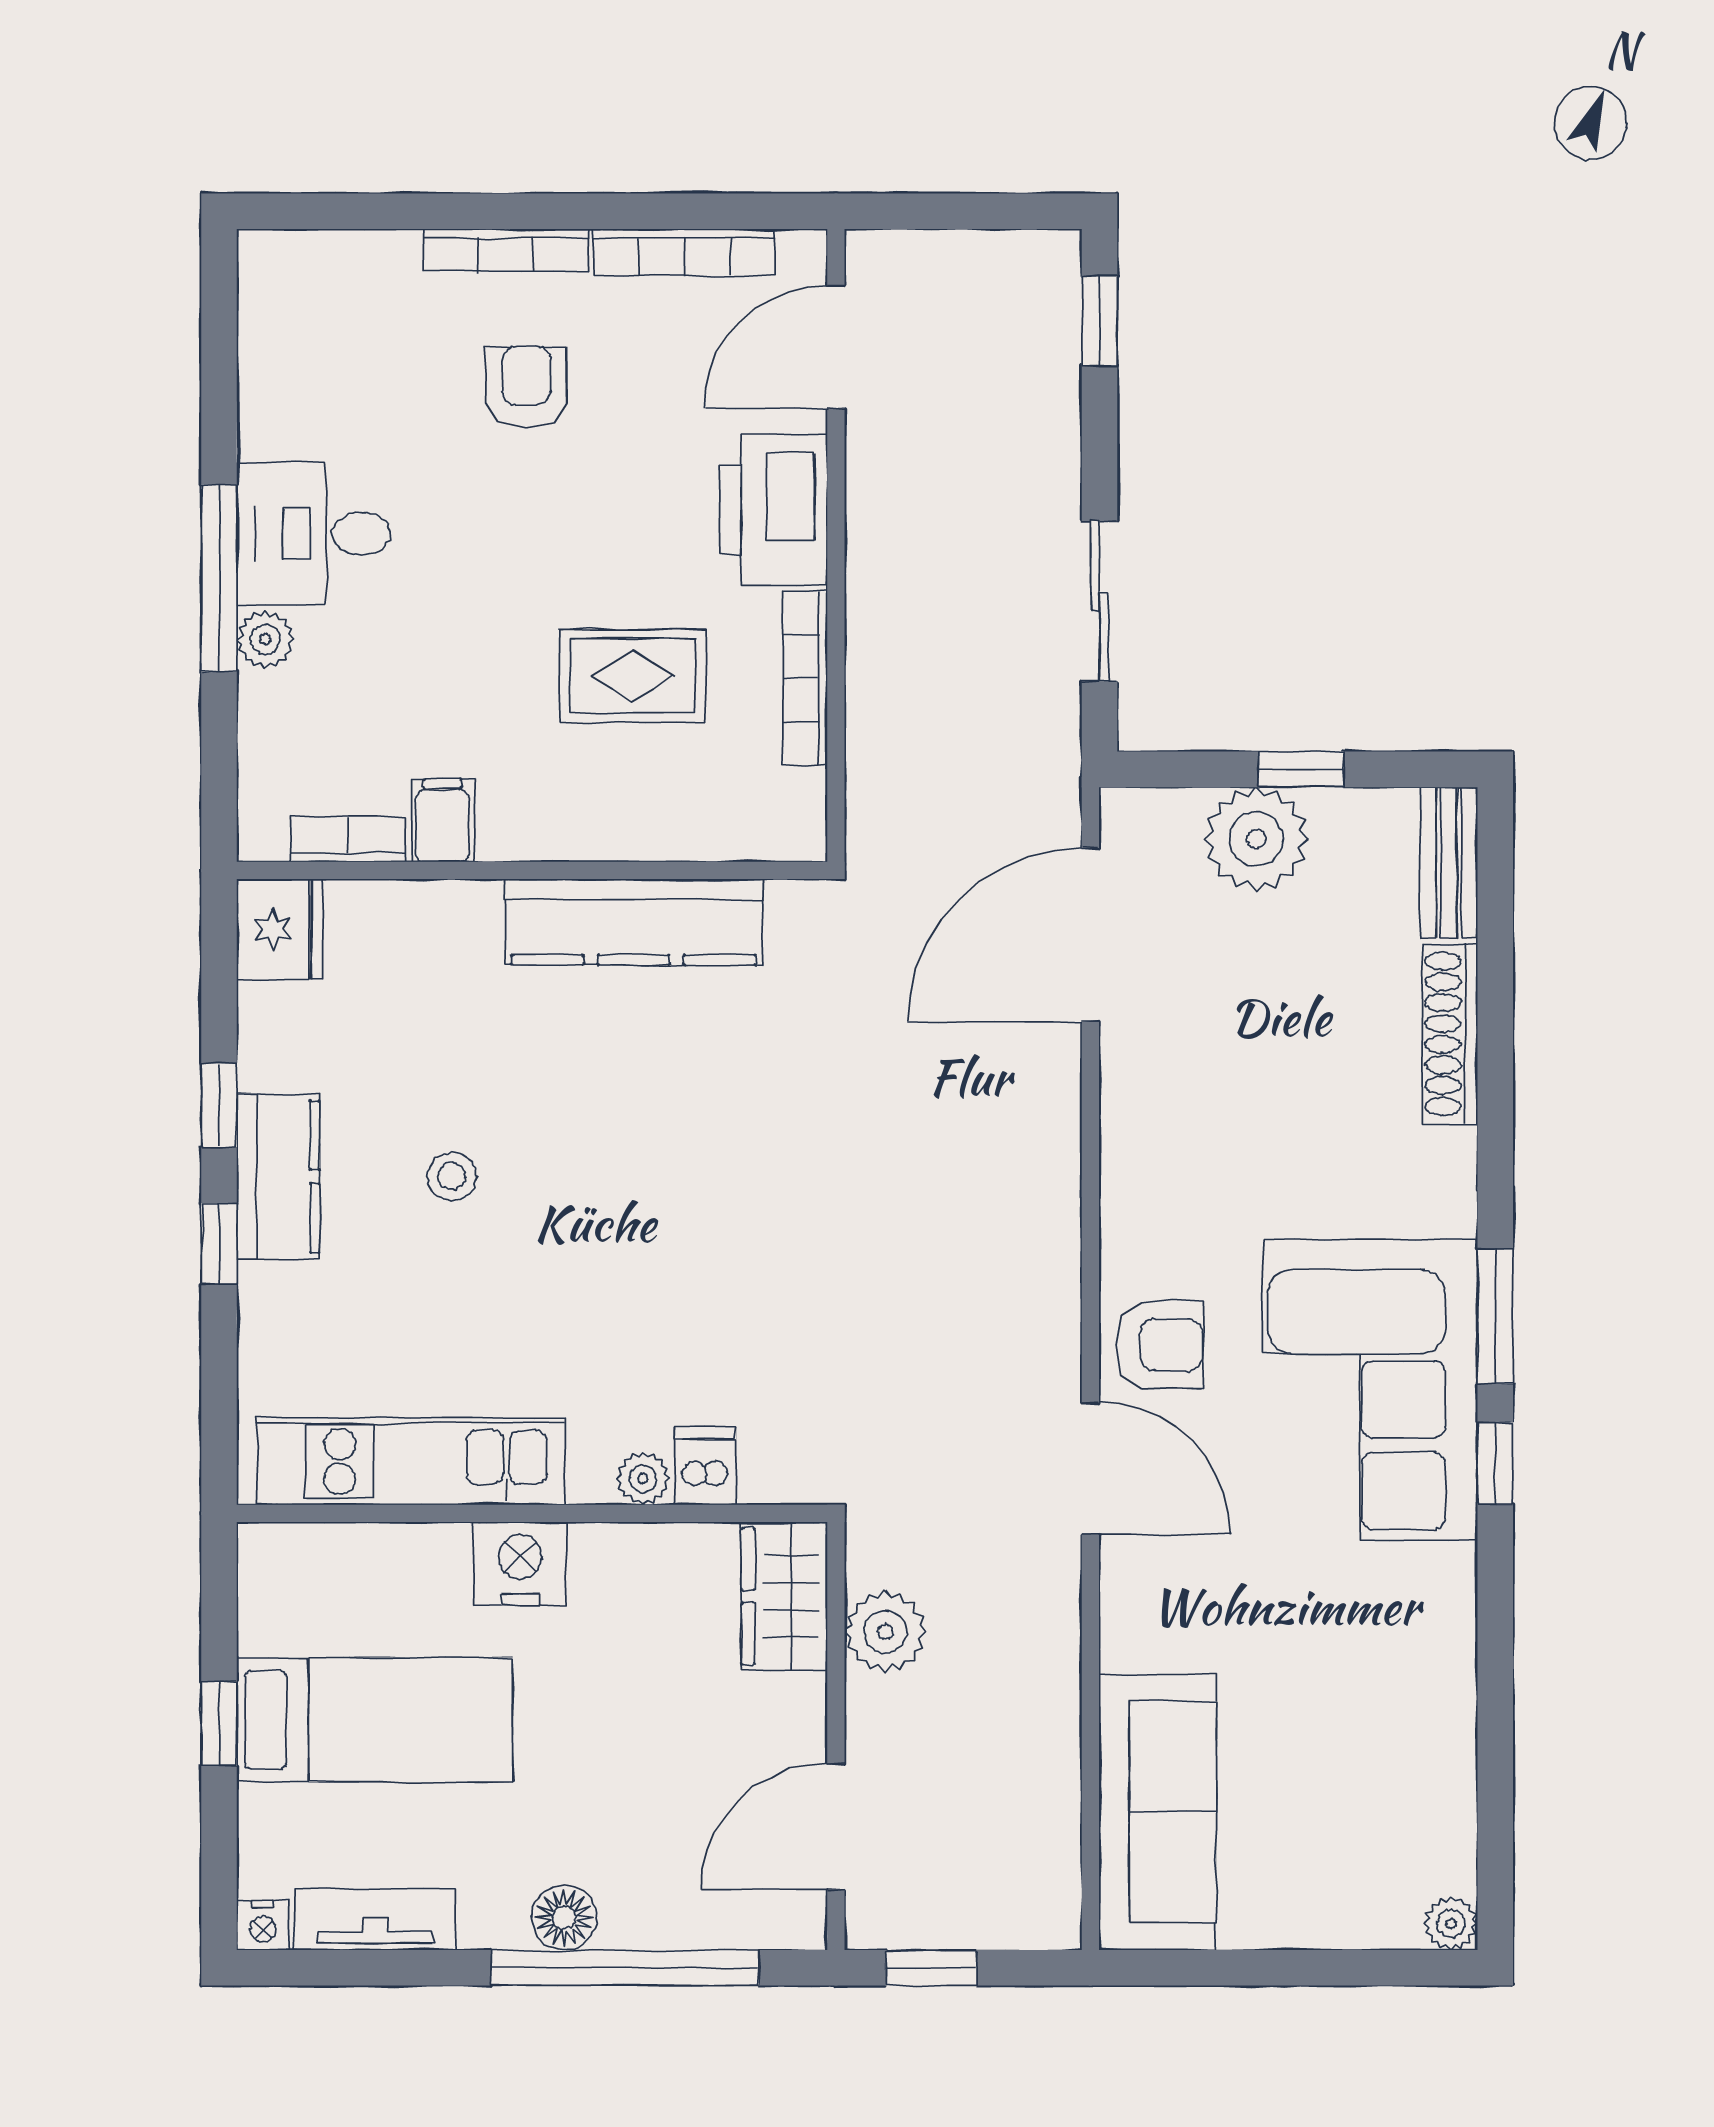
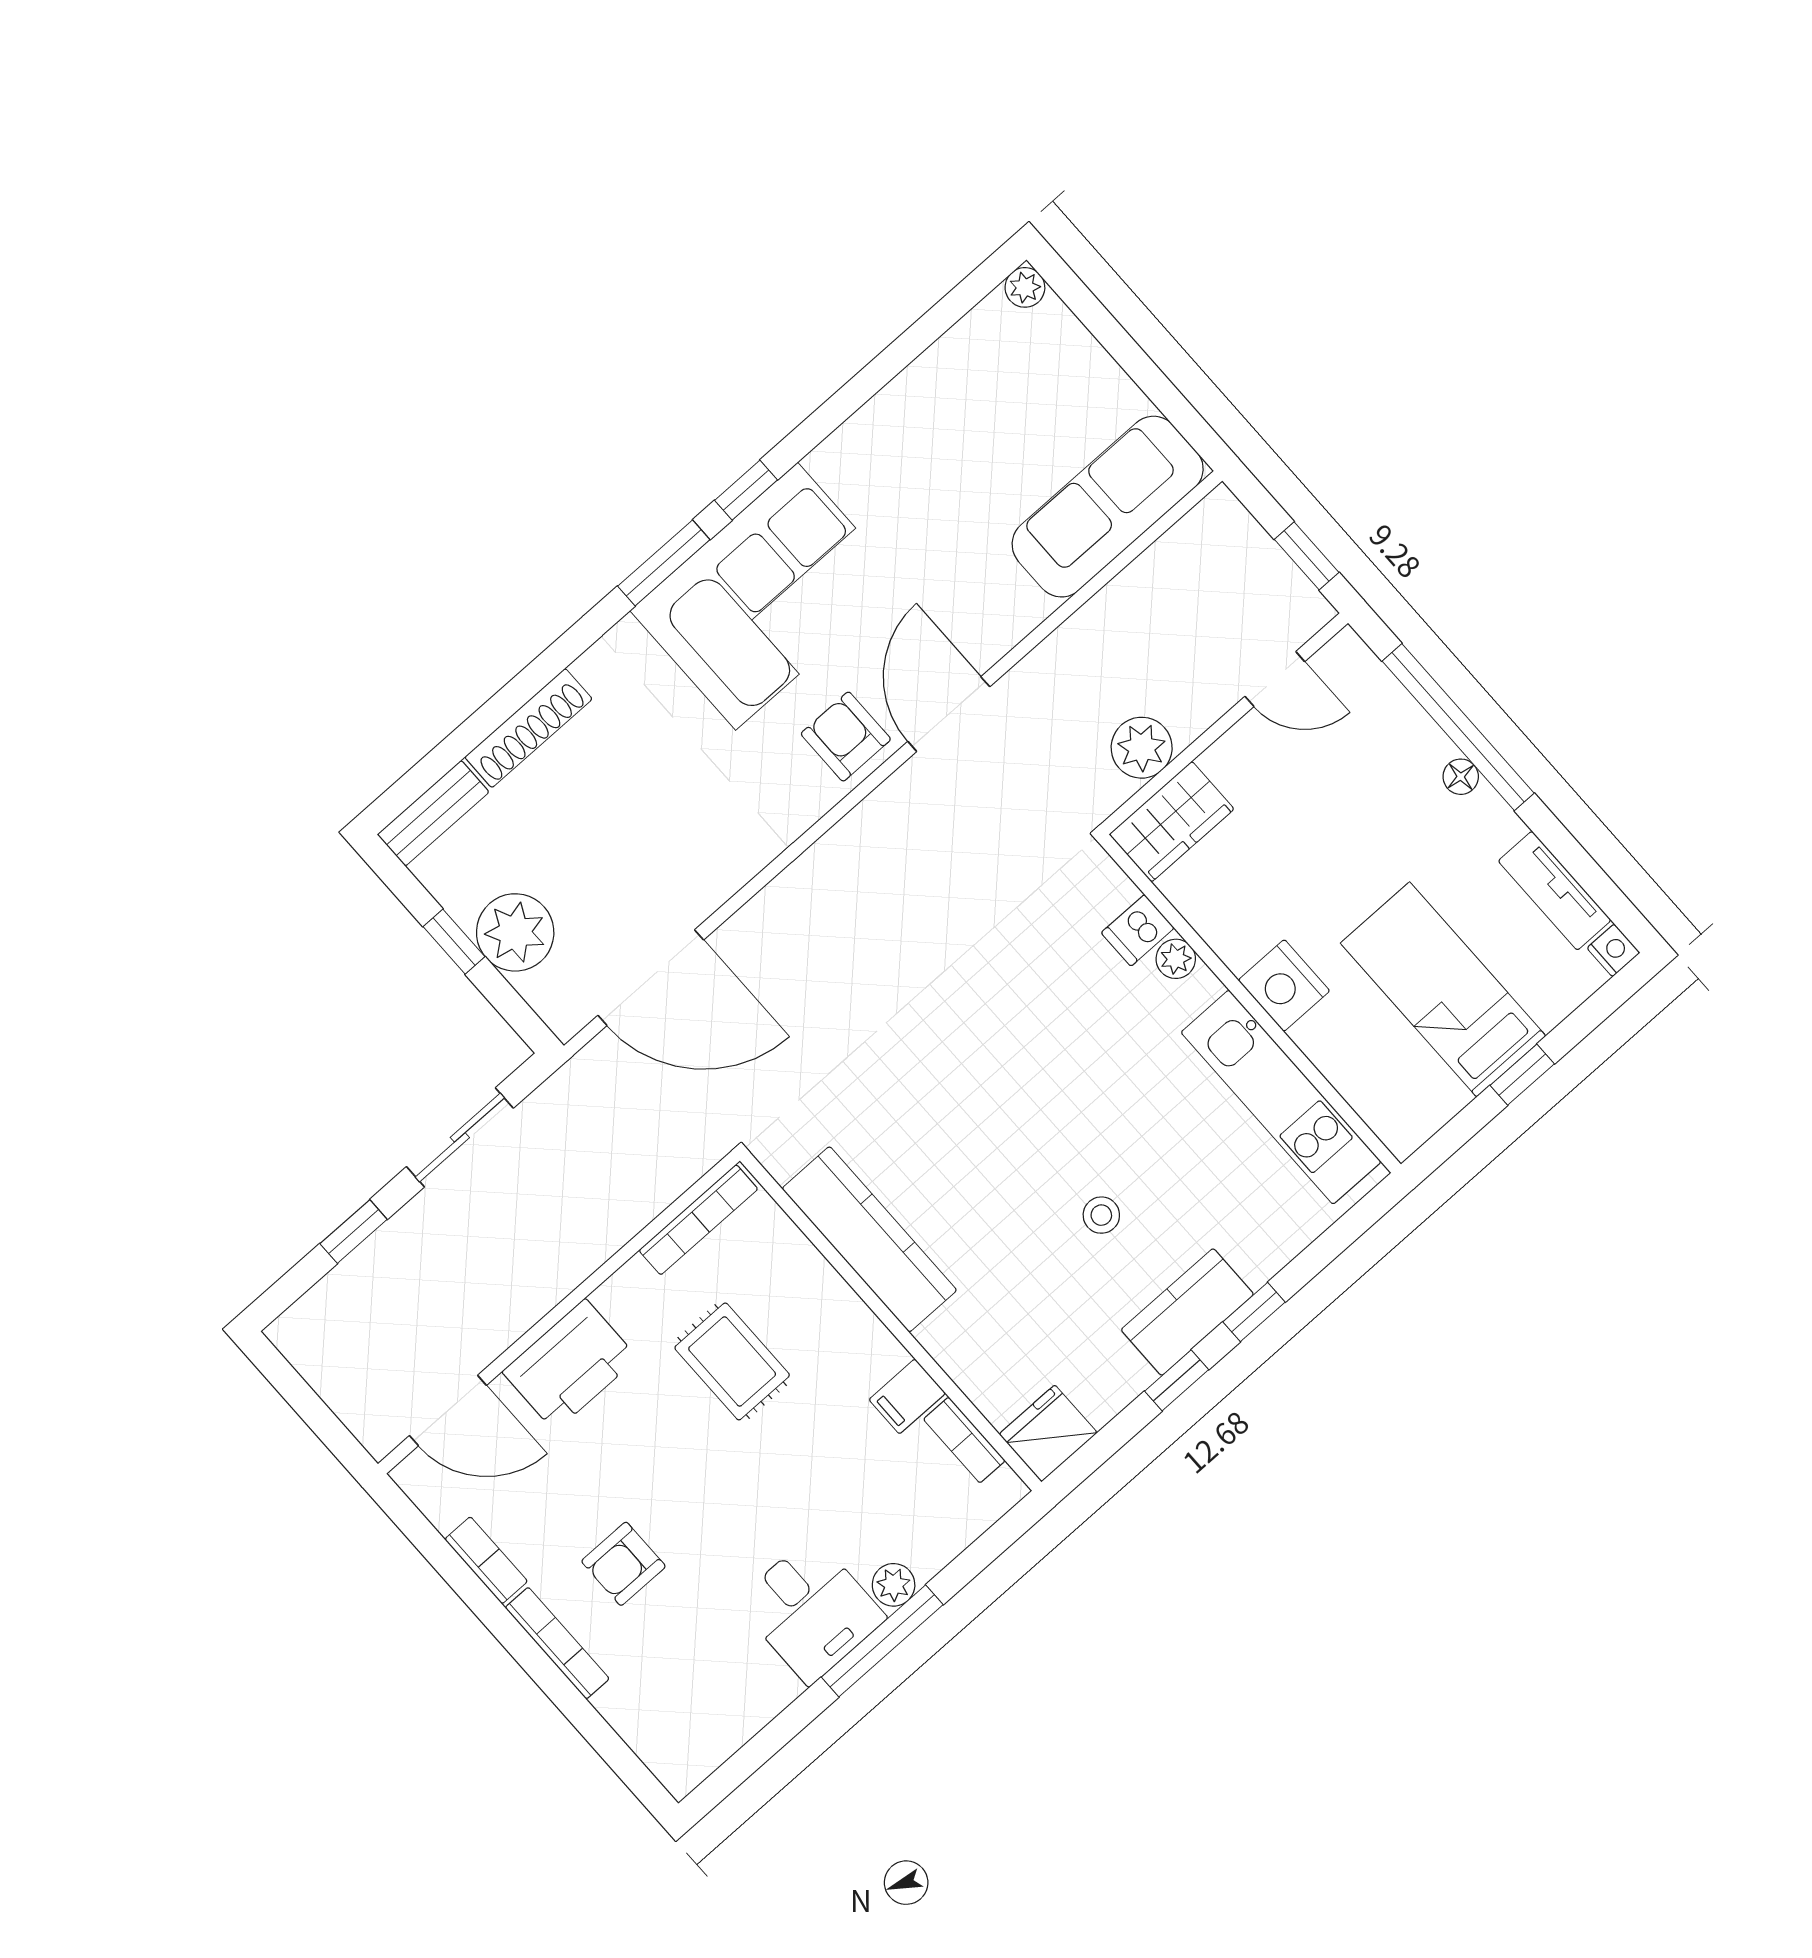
bookcase: (685, 252) -> (486, 1560), width x0.64
window: (1099, 321) -> (354, 1232), moved
bookcase: (805, 678) -> (698, 1220), moved
door: (836, 1827) -> (1275, 679), width x0.73
floor lamp: (564, 1918) -> (1461, 777), width x0.73, depth x0.73

